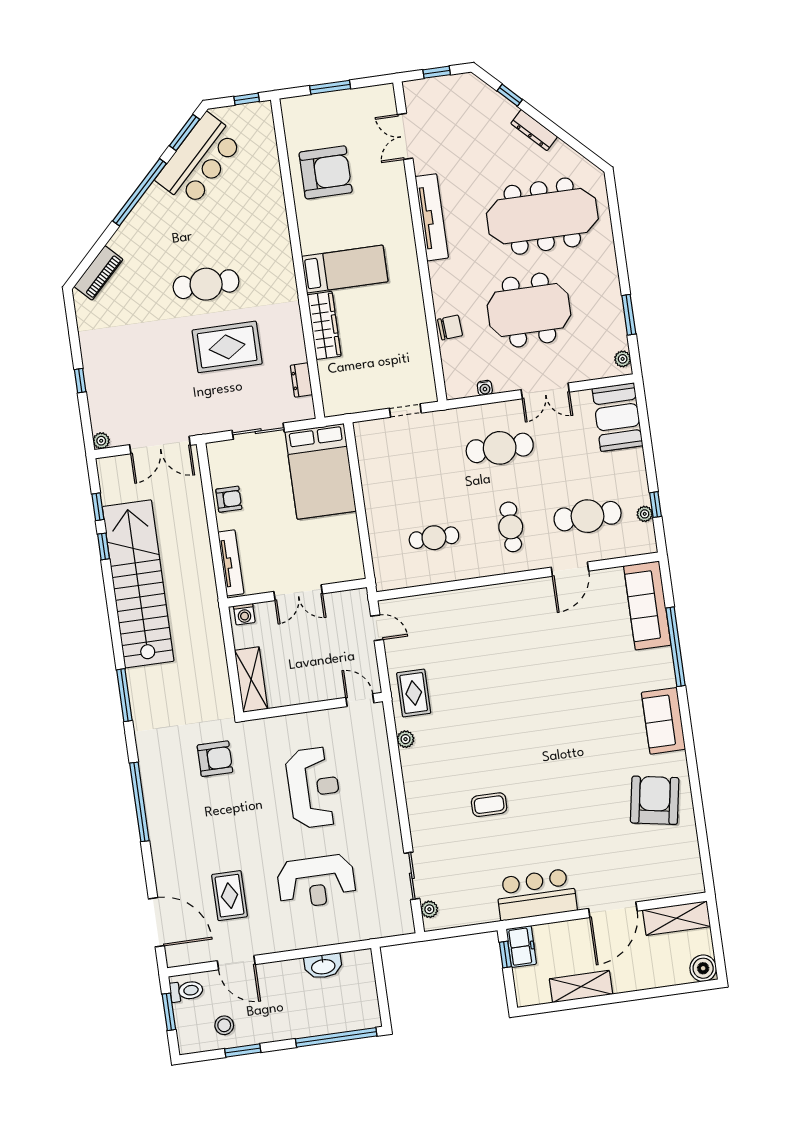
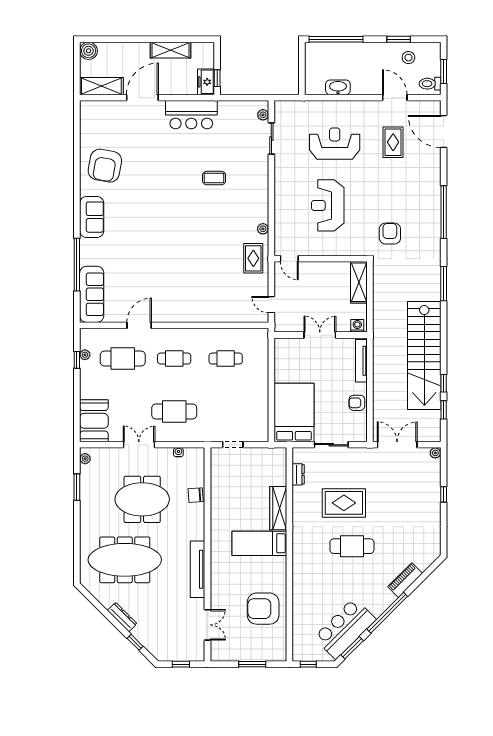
piano: (98, 273) -> (405, 580), moved
cafe table: (511, 527) -> (174, 359), turned 90
armchair: (215, 759) -> (390, 234), turned 90

